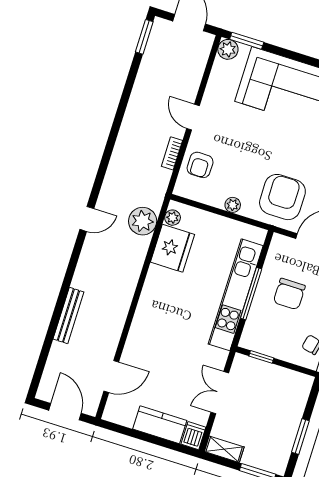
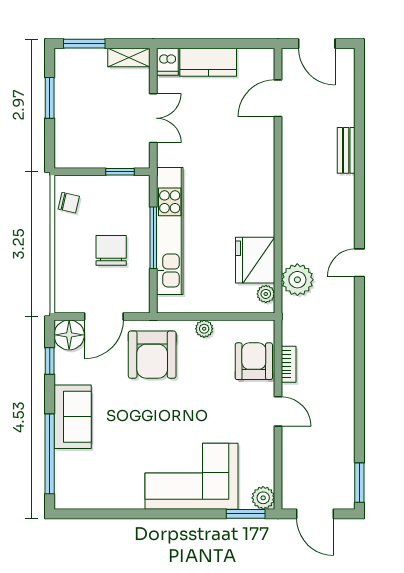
armchair: (200, 165) -> (254, 361), width x1.38, depth x1.38
bench: (68, 315) -> (346, 150), width x0.73

